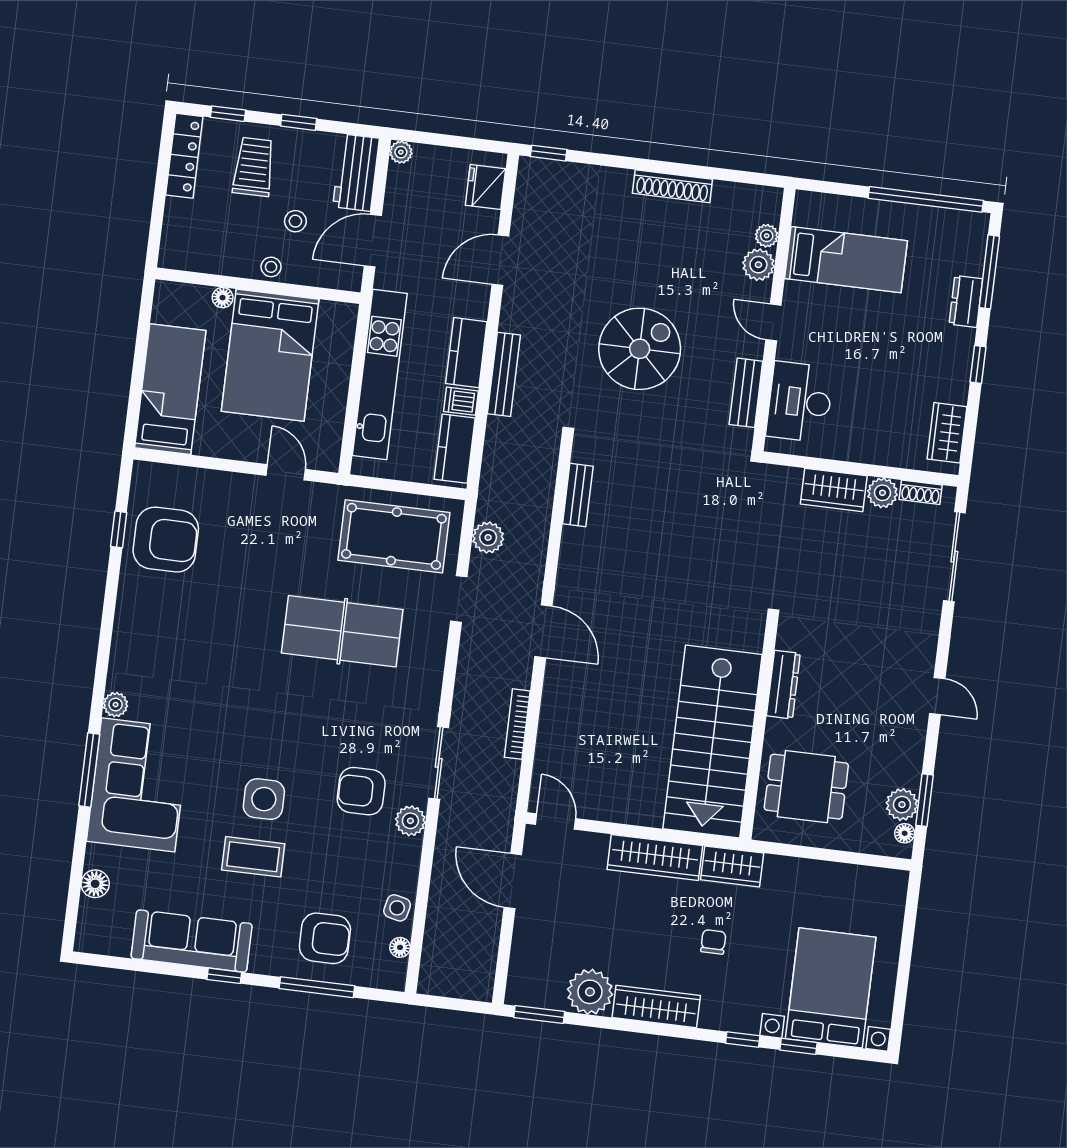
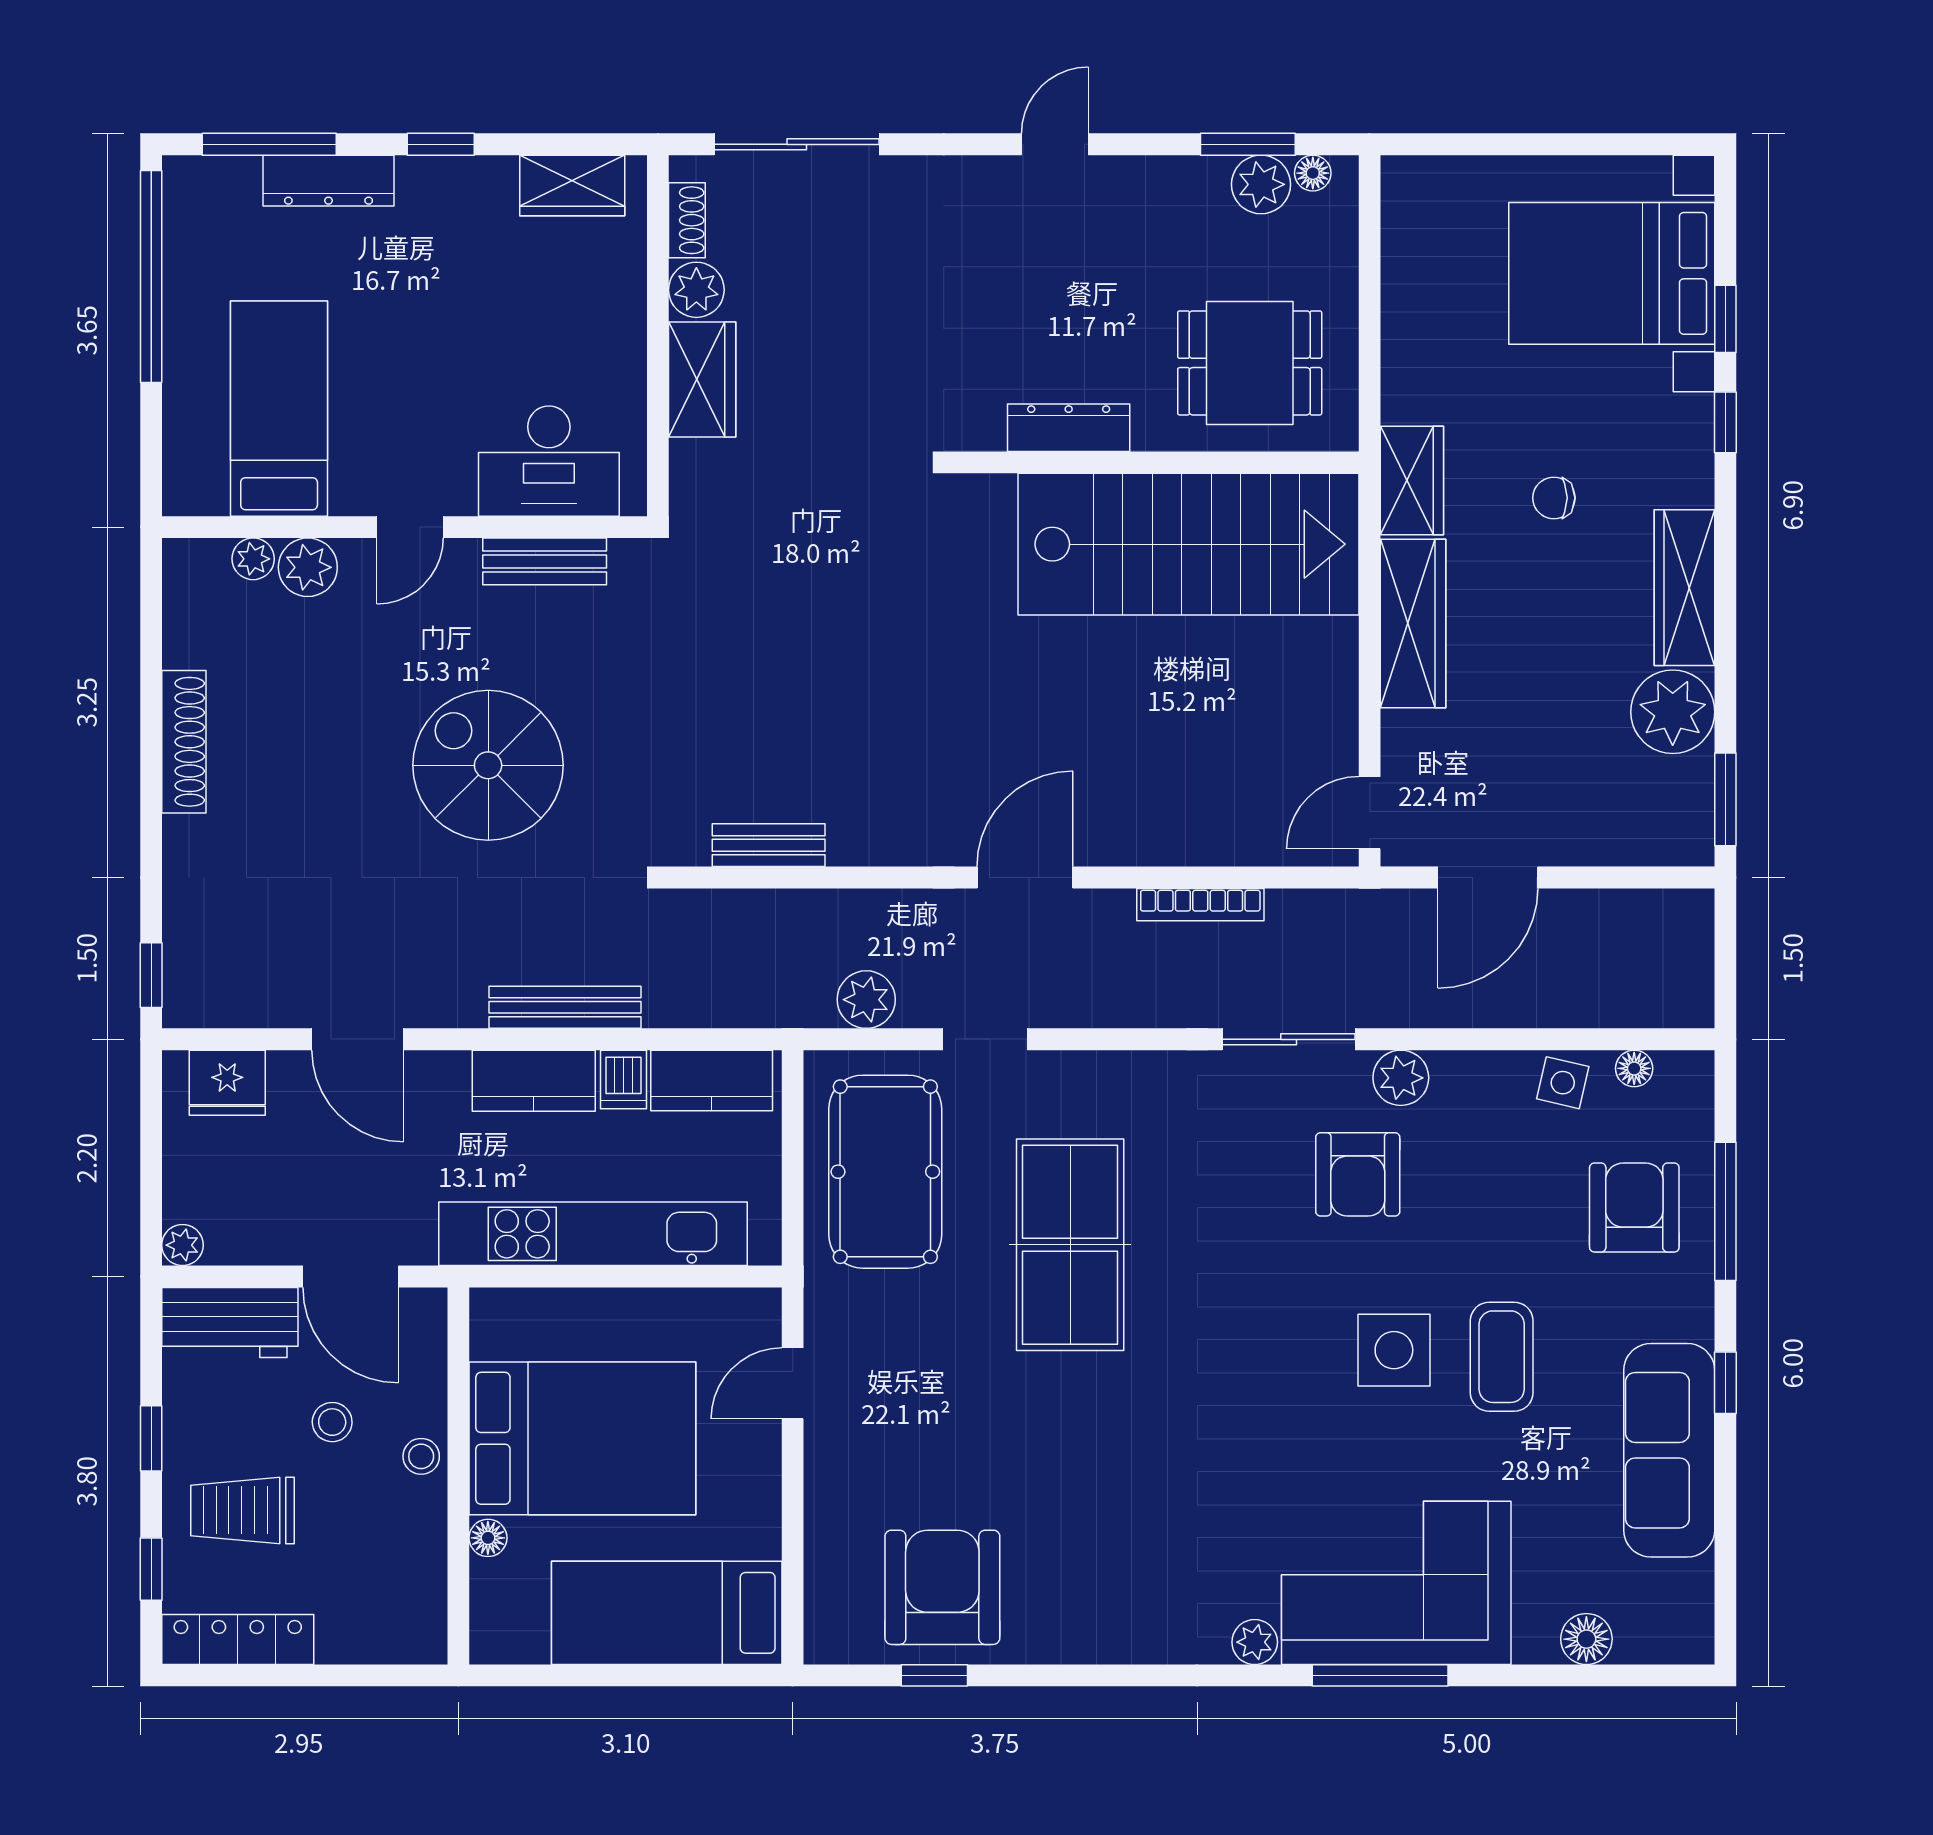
dresser: (966, 301) -> (329, 181), width x1.44
dining table: (806, 787) -> (1250, 363), turned 90

